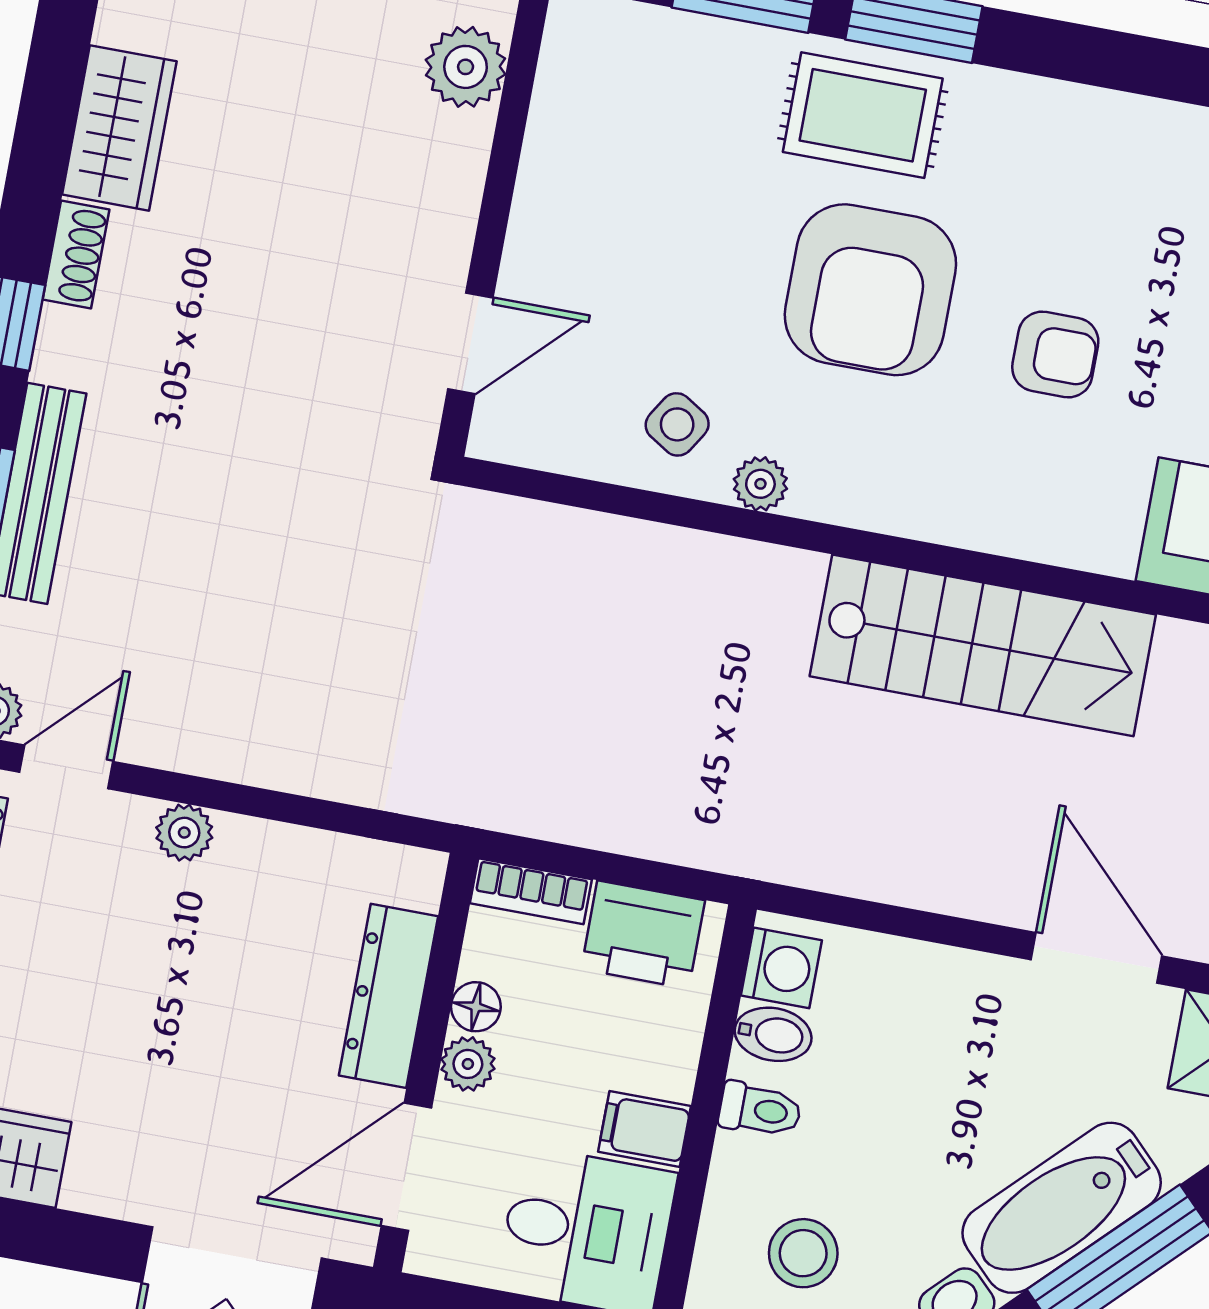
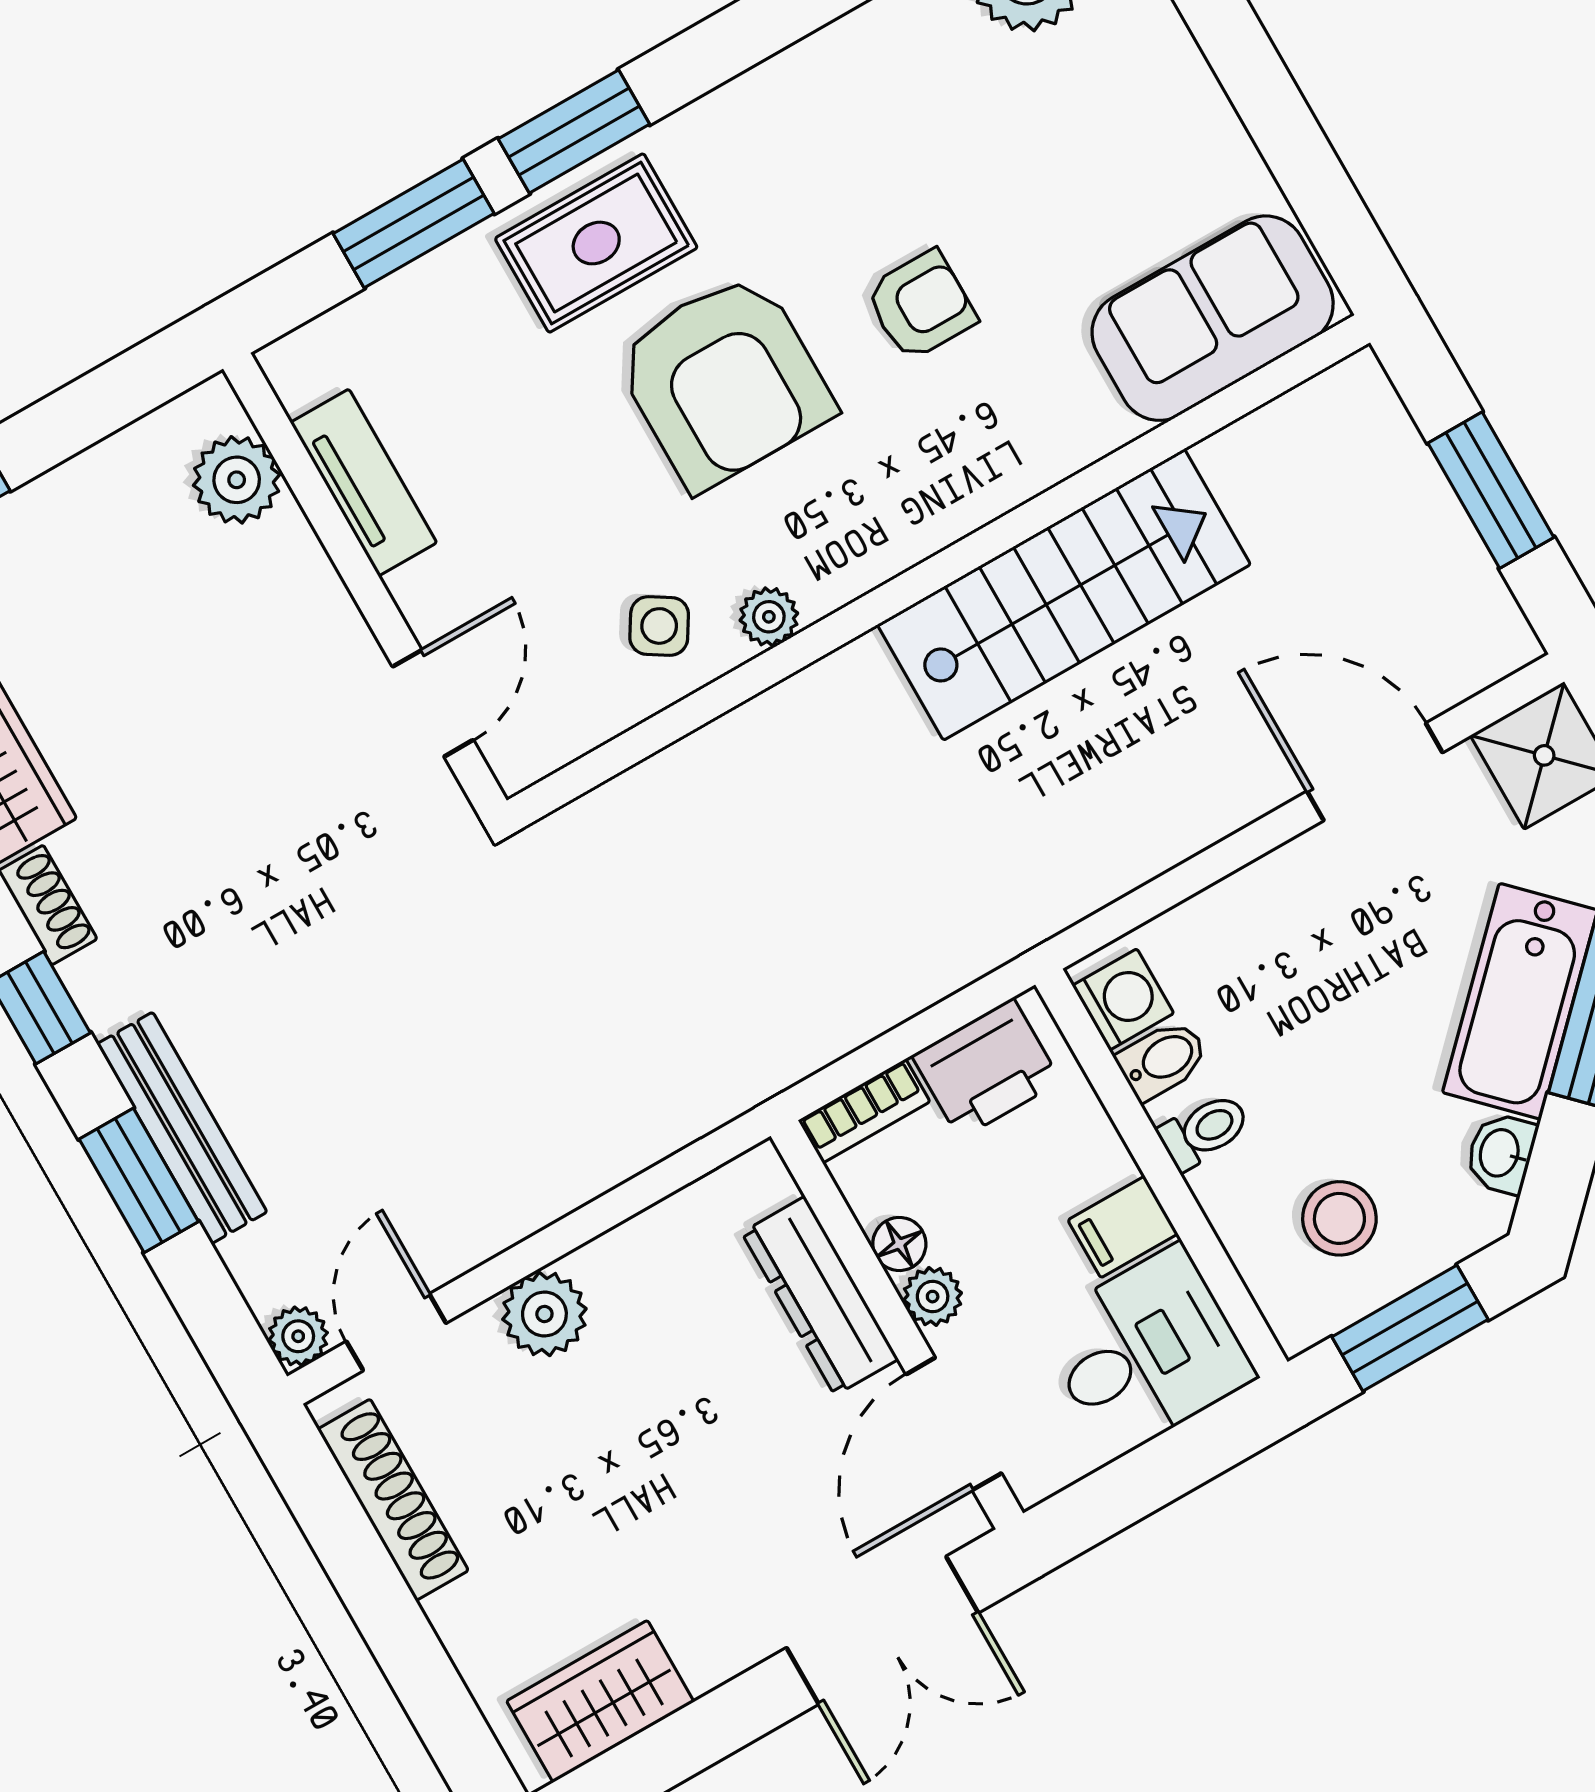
tv unit: (554, 145) -> (364, 483), added
plant: (184, 833) -> (544, 1314), width x1.38, depth x1.38

